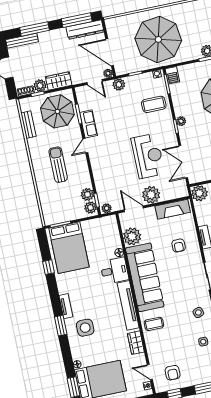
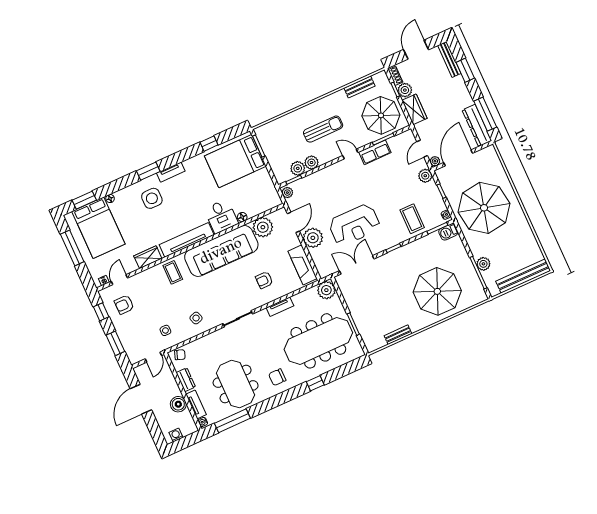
window: (35, 29) -> (465, 70), width x0.69
plant: (181, 121) -> (400, 253), removed
plant: (91, 208) -> (312, 162), moved

